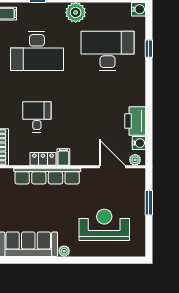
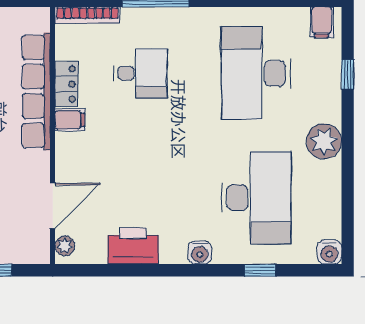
water cooler: (139, 143) -> (200, 253), moved

